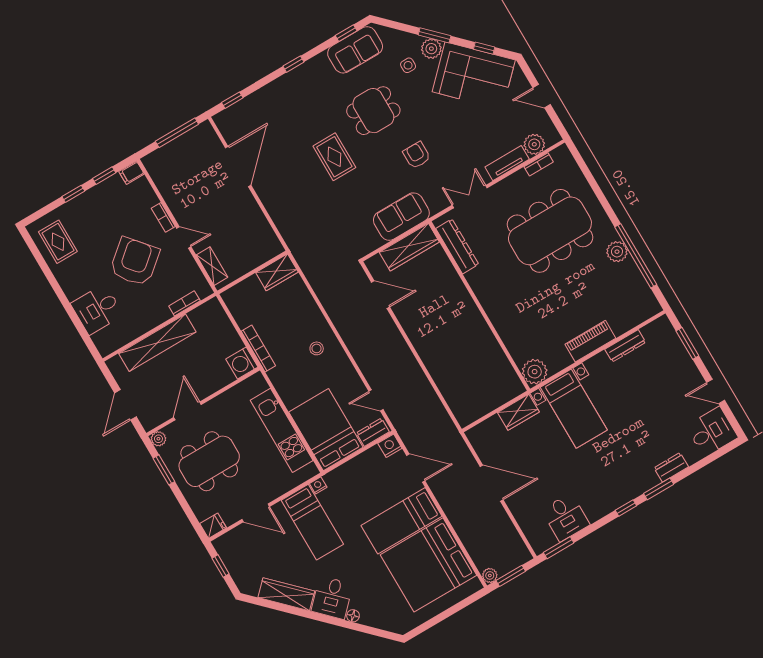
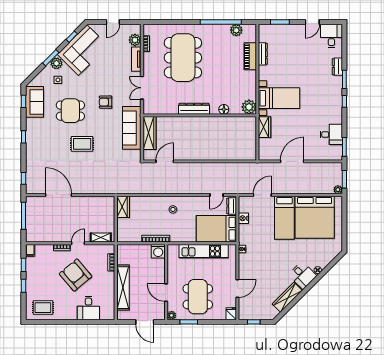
dining table: (373, 111) -> (70, 111), turned 90
sofa: (401, 217) -> (132, 128), width x1.36
dresser: (457, 246) -> (194, 109), moved
plant: (617, 252) -> (236, 30), moved
floor lamp: (509, 336) -> (224, 109), added
piano: (590, 341) -> (250, 56), moved
nightstand: (390, 446) -> (243, 218), moved
bed: (312, 522) -> (259, 263), removed

